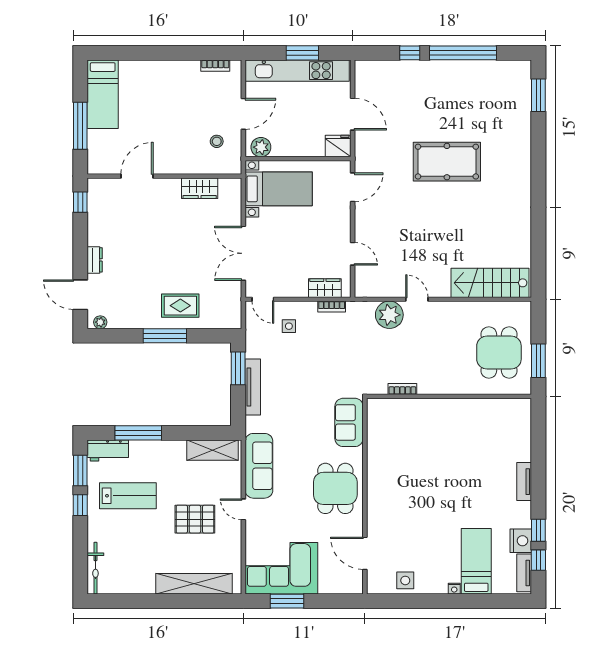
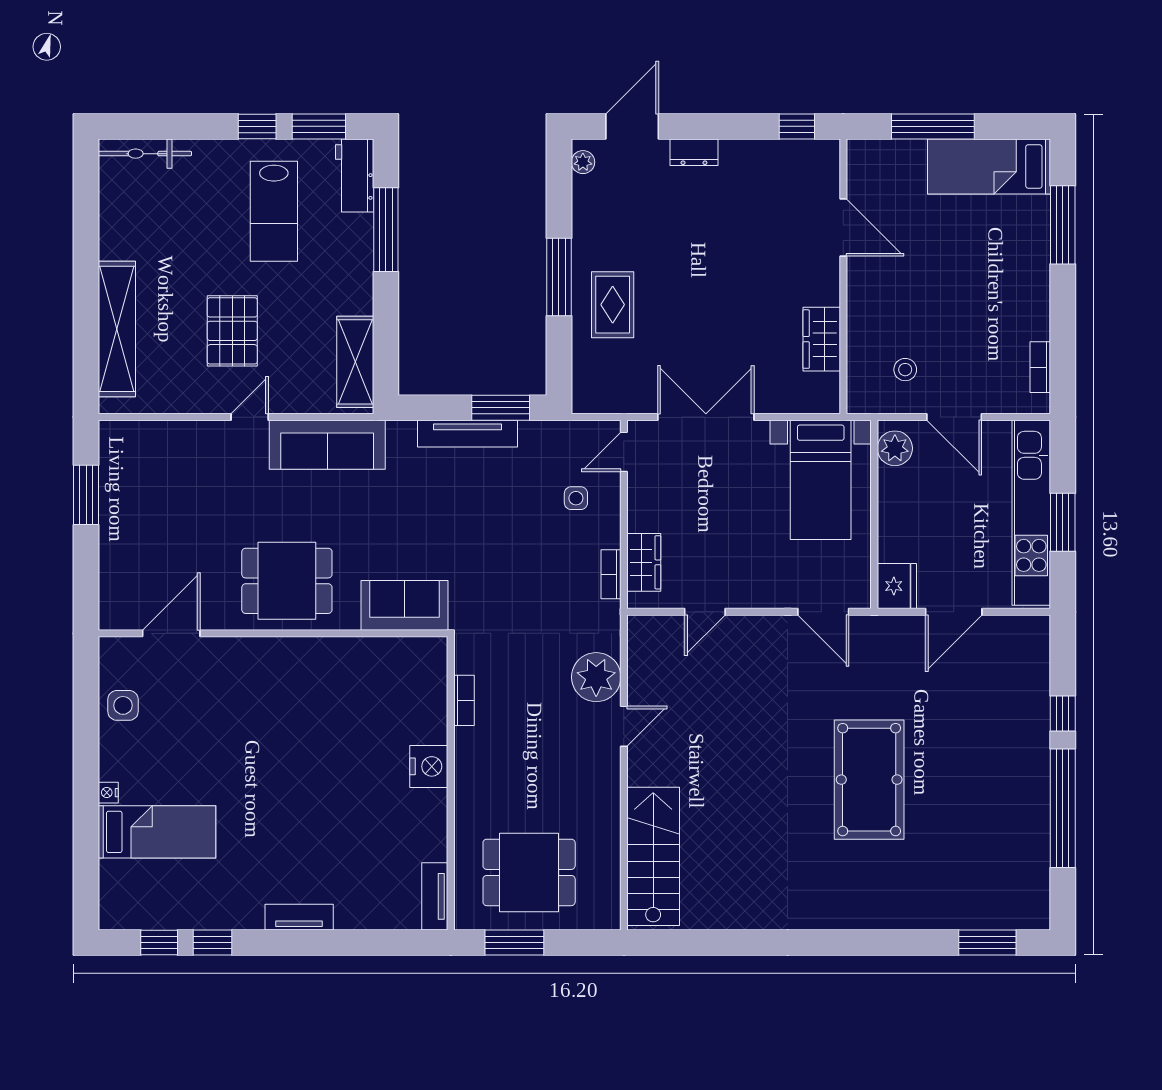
window: (135, 53) -> (1063, 225), added
nightstand: (521, 541) -> (429, 766), moved, turned -90
corner sofa: (281, 568) -> (145, 485), removed
tv unit: (524, 573) -> (435, 896), moved, turned -90

